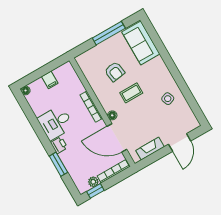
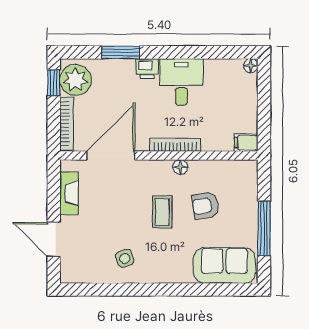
filing cabinet: (50, 80) -> (246, 143), moved
floor lamp: (112, 115) -> (180, 167), moved
plant: (93, 182) -> (75, 80), width x1.88, depth x1.88

